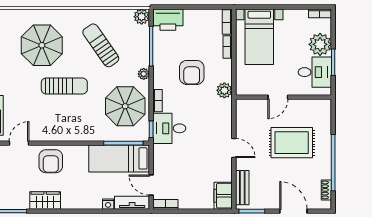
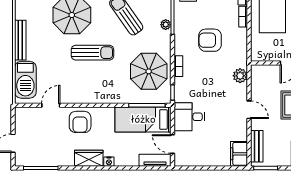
armchair: (192, 72) -> (210, 40), turned 90
plant: (144, 74) -> (166, 25), moved
plant: (224, 90) -> (240, 76), moved
desk: (169, 128) -> (189, 117), moved
wardrobe: (45, 200) -> (89, 158), moved
nightstand: (108, 204) -> (109, 162), moved
bookcase: (165, 204) -> (186, 162), removed

